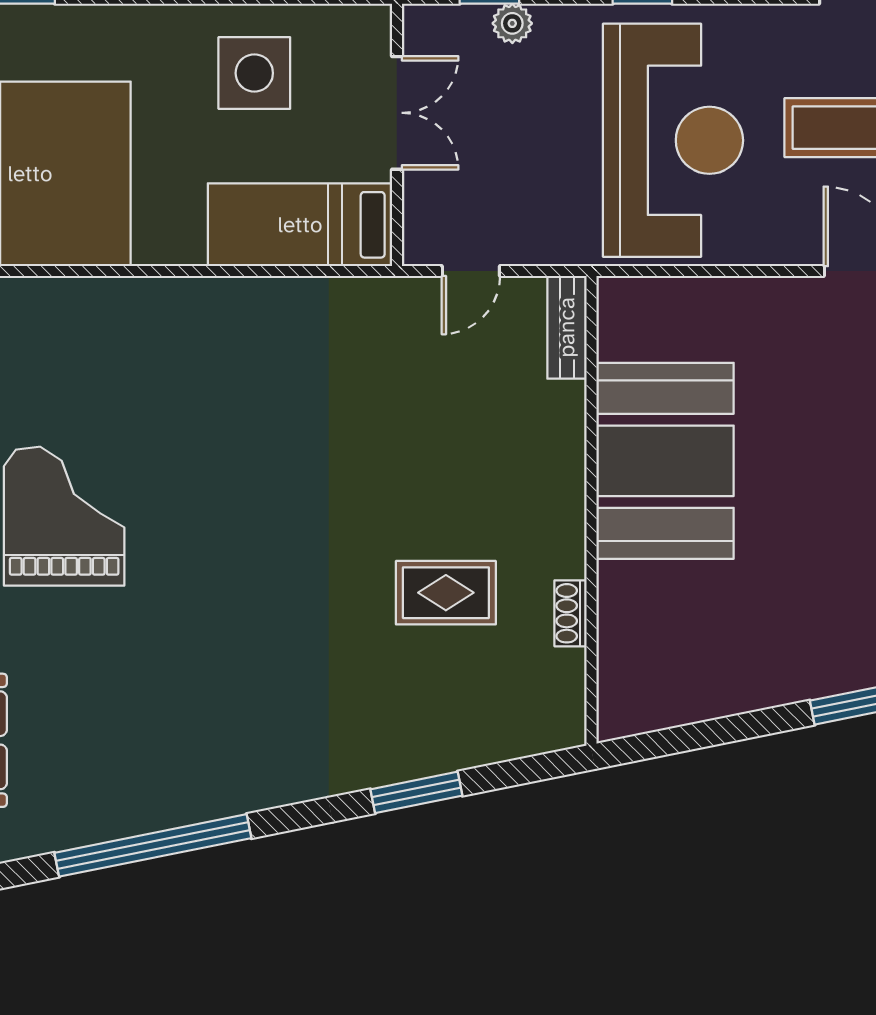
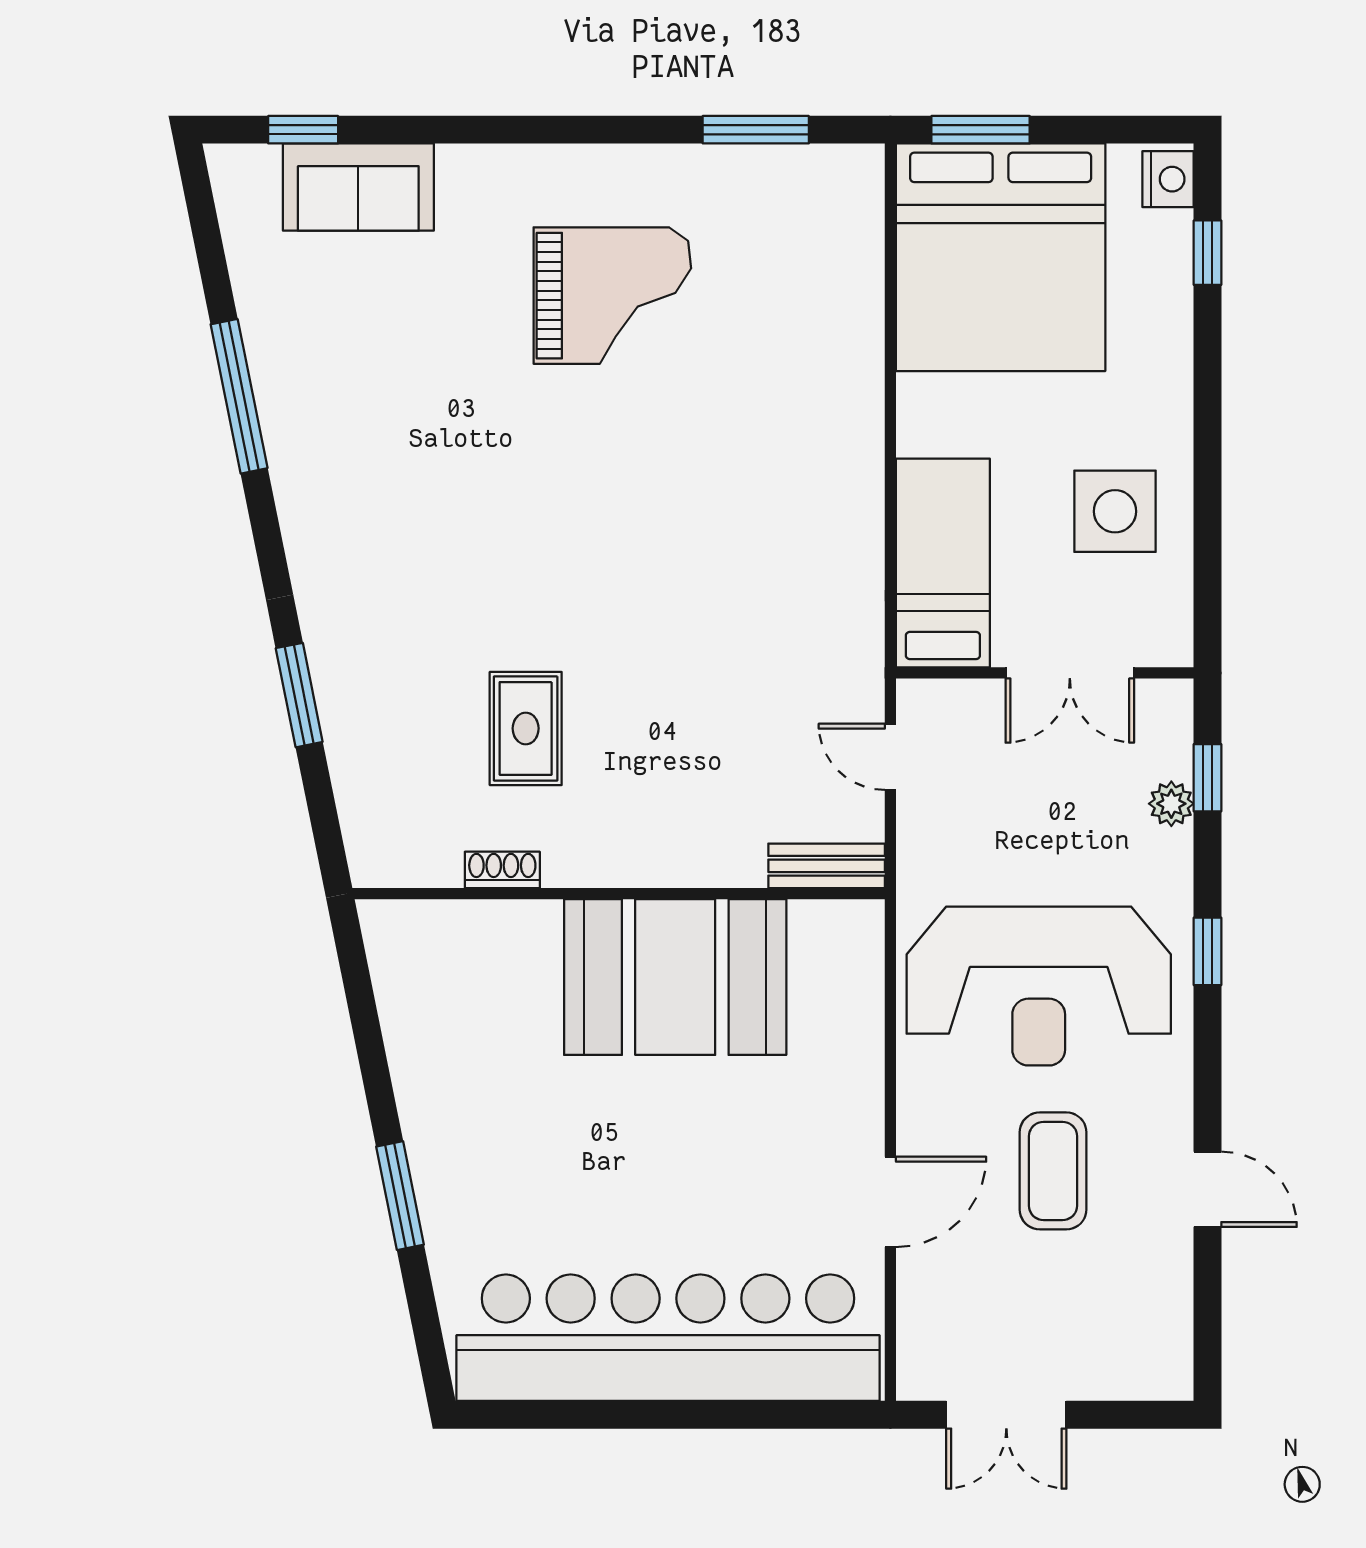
window: (153, 845) -> (239, 396), width x0.68

